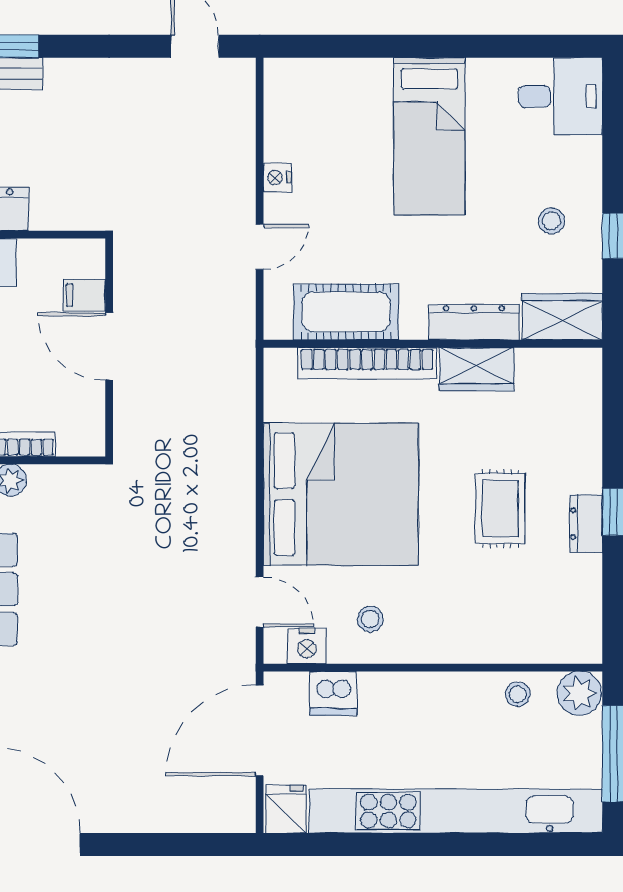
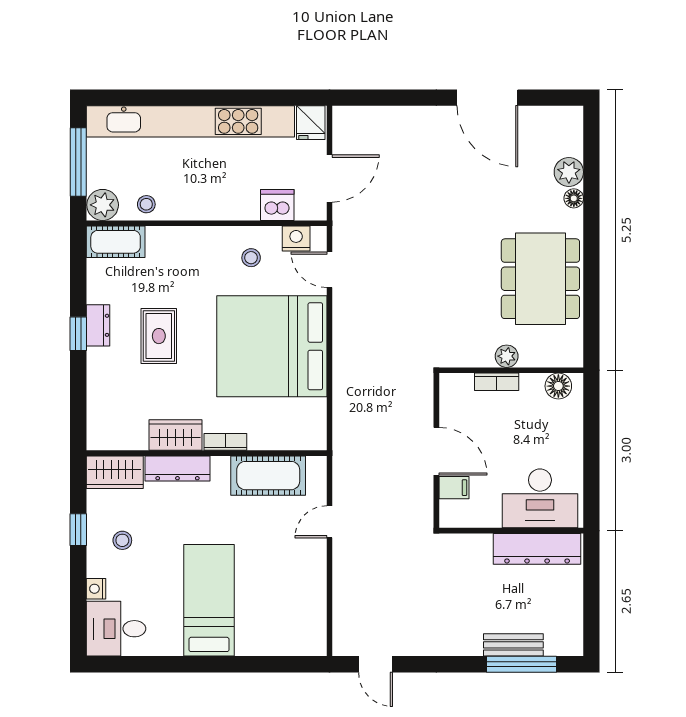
nightstand: (277, 178) -> (96, 589), moved, turned 180
bookcase: (367, 363) -> (225, 442), width x0.43, depth x0.76
cot: (561, 641) -> (116, 242), added
door: (260, 731) -> (329, 178), width x0.73

